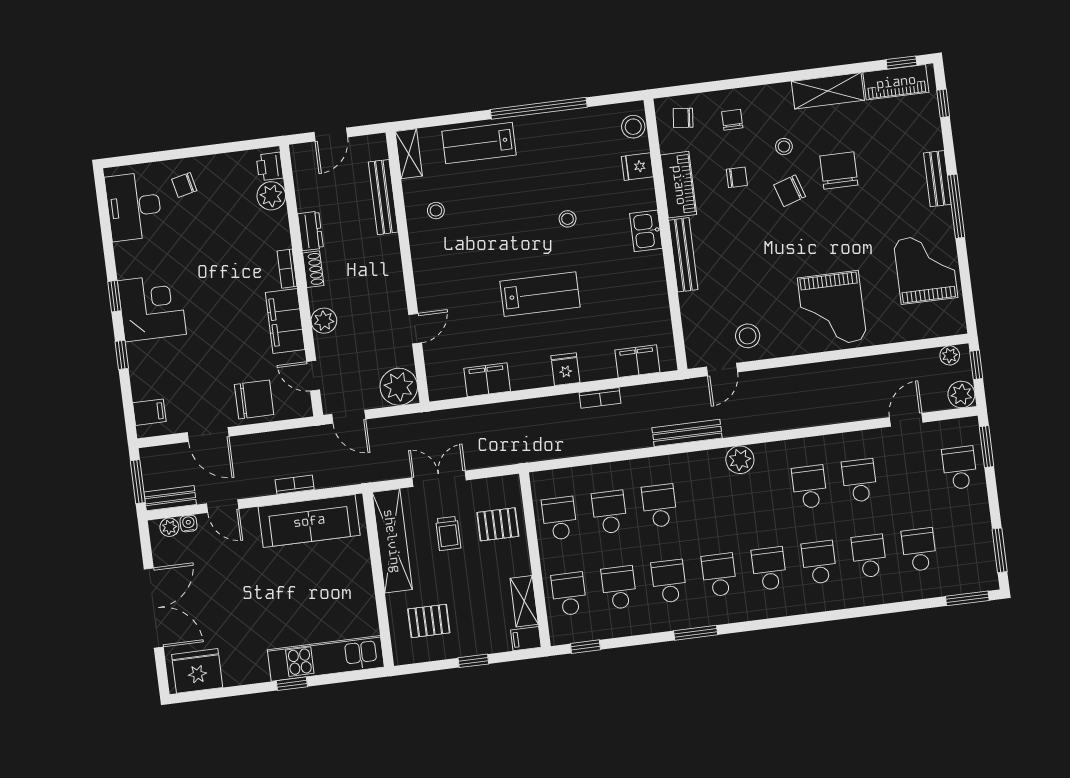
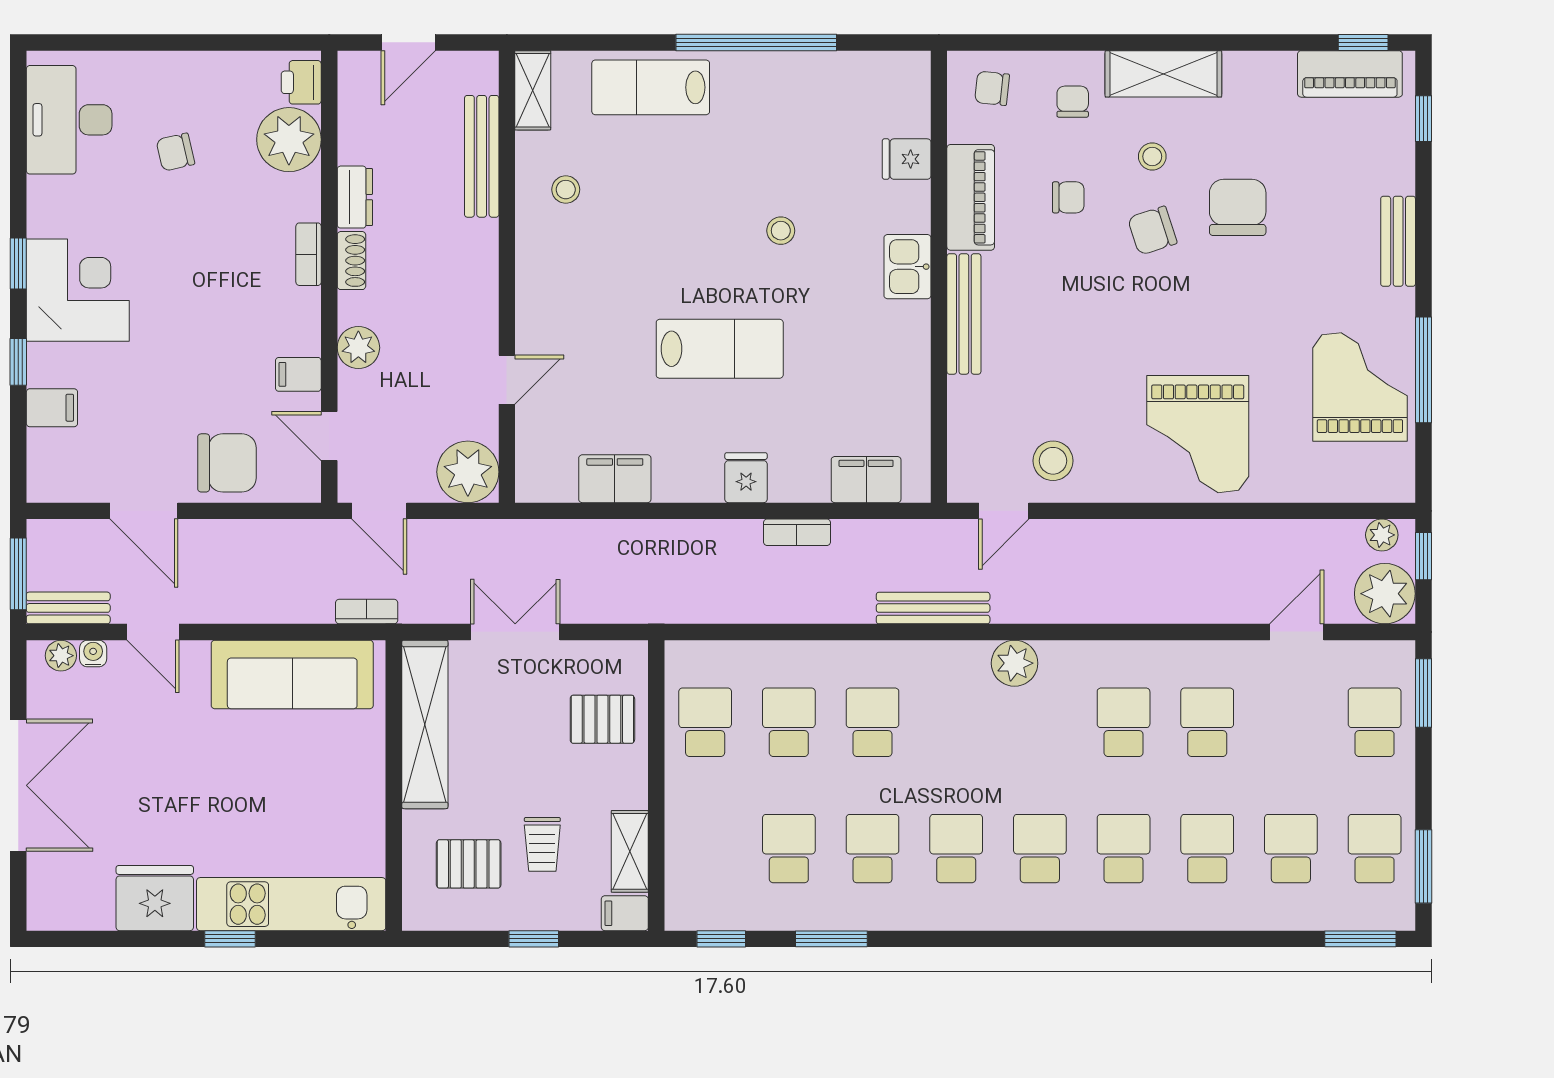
shelving: (828, 91) -> (1163, 74), moved
stool: (633, 127) -> (908, 92), removed
chair: (184, 185) -> (175, 152), moved
plant: (271, 196) -> (289, 140), width x1.36, depth x1.36
window: (956, 206) -> (1423, 370), moved
filing cabinet: (285, 321) -> (298, 374), width x0.33, depth x0.86
plant: (961, 394) -> (1385, 594), width x1.36, depth x1.36
filing cabinet: (149, 412) -> (52, 408), moved
bookcase: (295, 485) -> (367, 612), moved
trolley: (448, 533) -> (542, 844), moved
school desk: (569, 594) -> (1375, 849), moved
window: (696, 633) -> (831, 939), moved
fridge: (197, 671) -> (155, 898), moved

